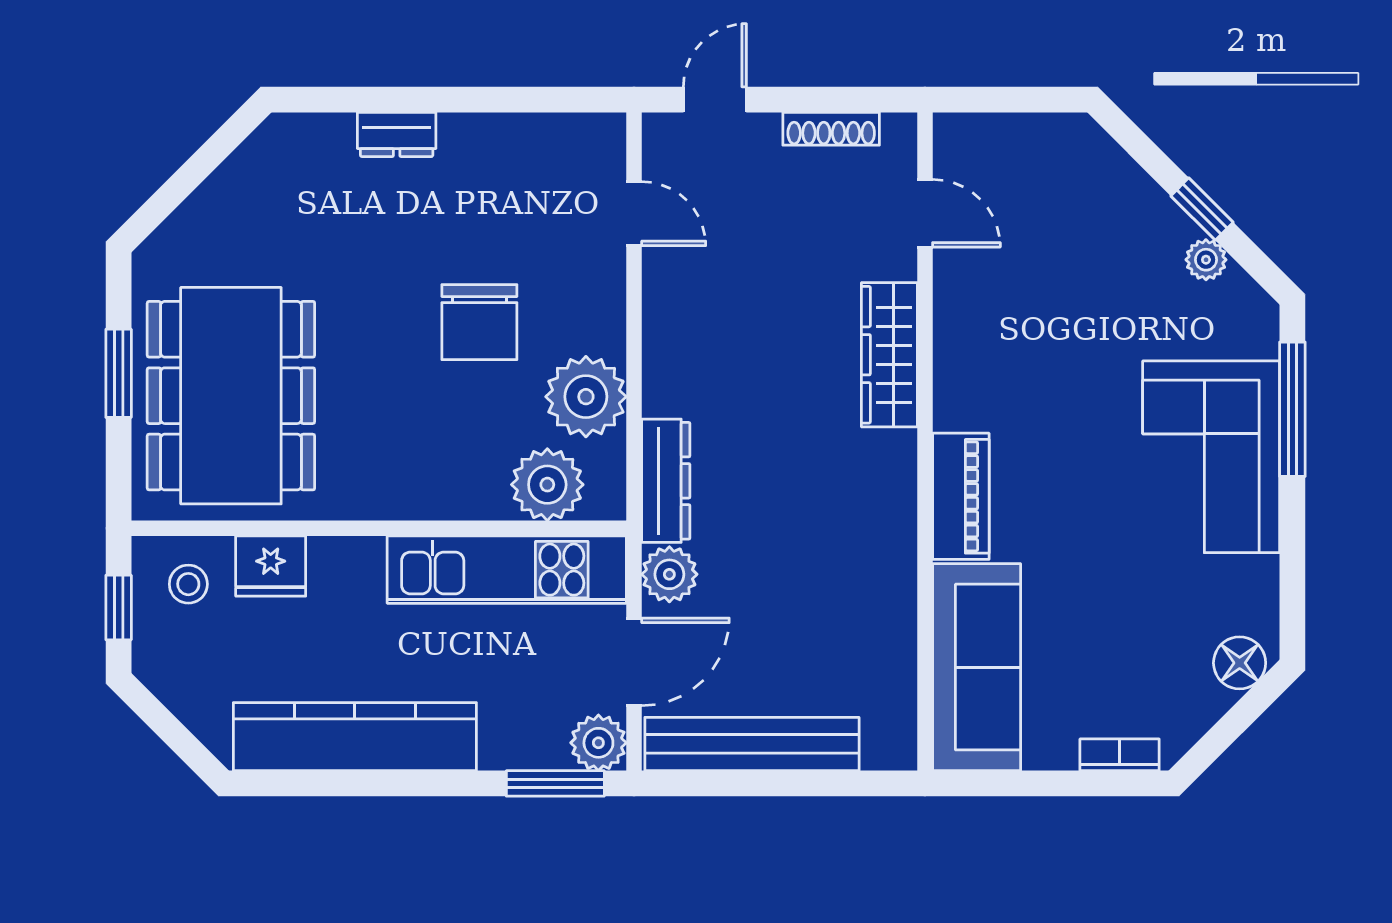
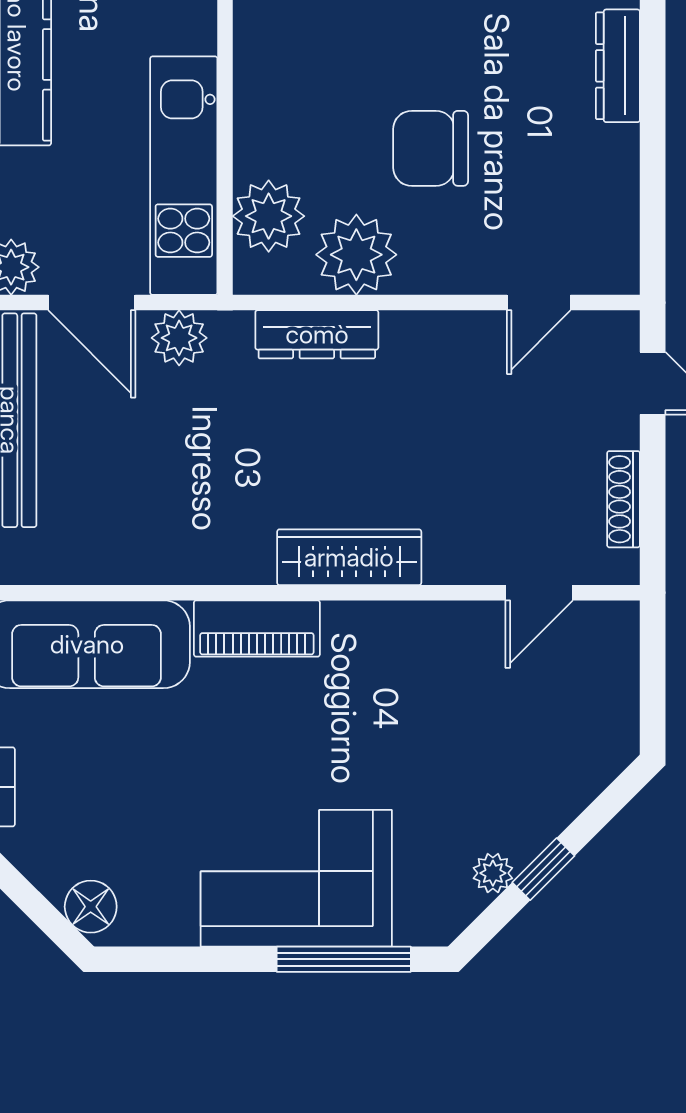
dresser: (397, 134) -> (618, 66), width x1.44
wardrobe: (889, 355) -> (349, 557), moved
dresser: (666, 481) -> (317, 334), moved

